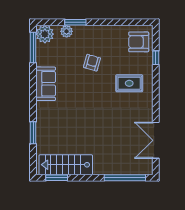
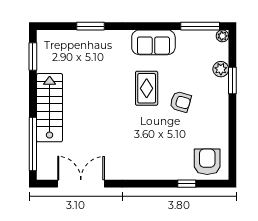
plant: (45, 34) -> (222, 36), width x0.53, depth x0.53
rug: (129, 83) -> (147, 88), moved
stairs: (66, 165) -> (50, 108), moved

